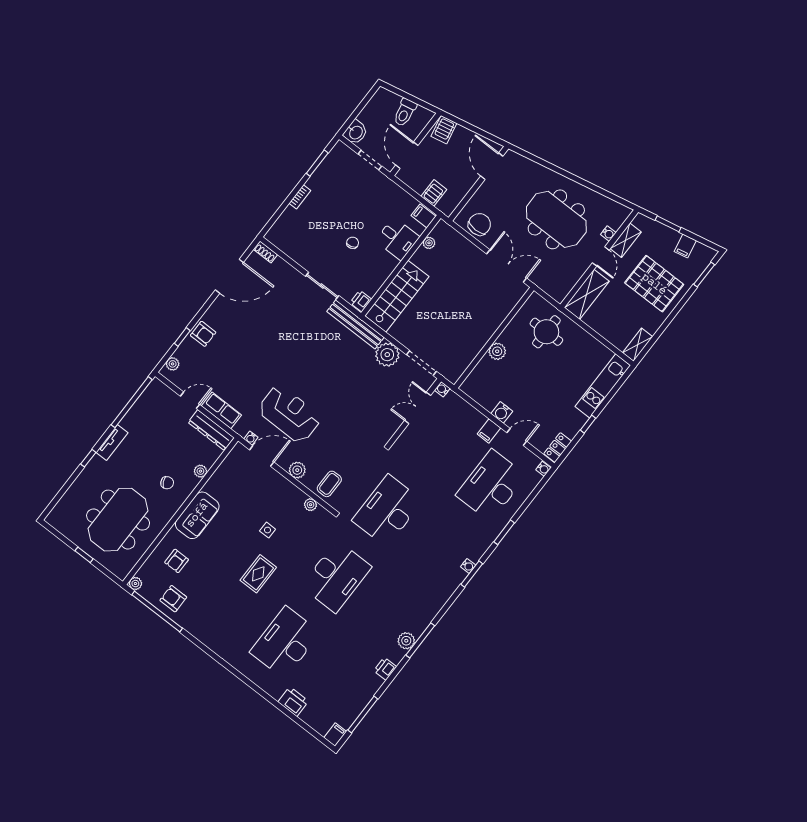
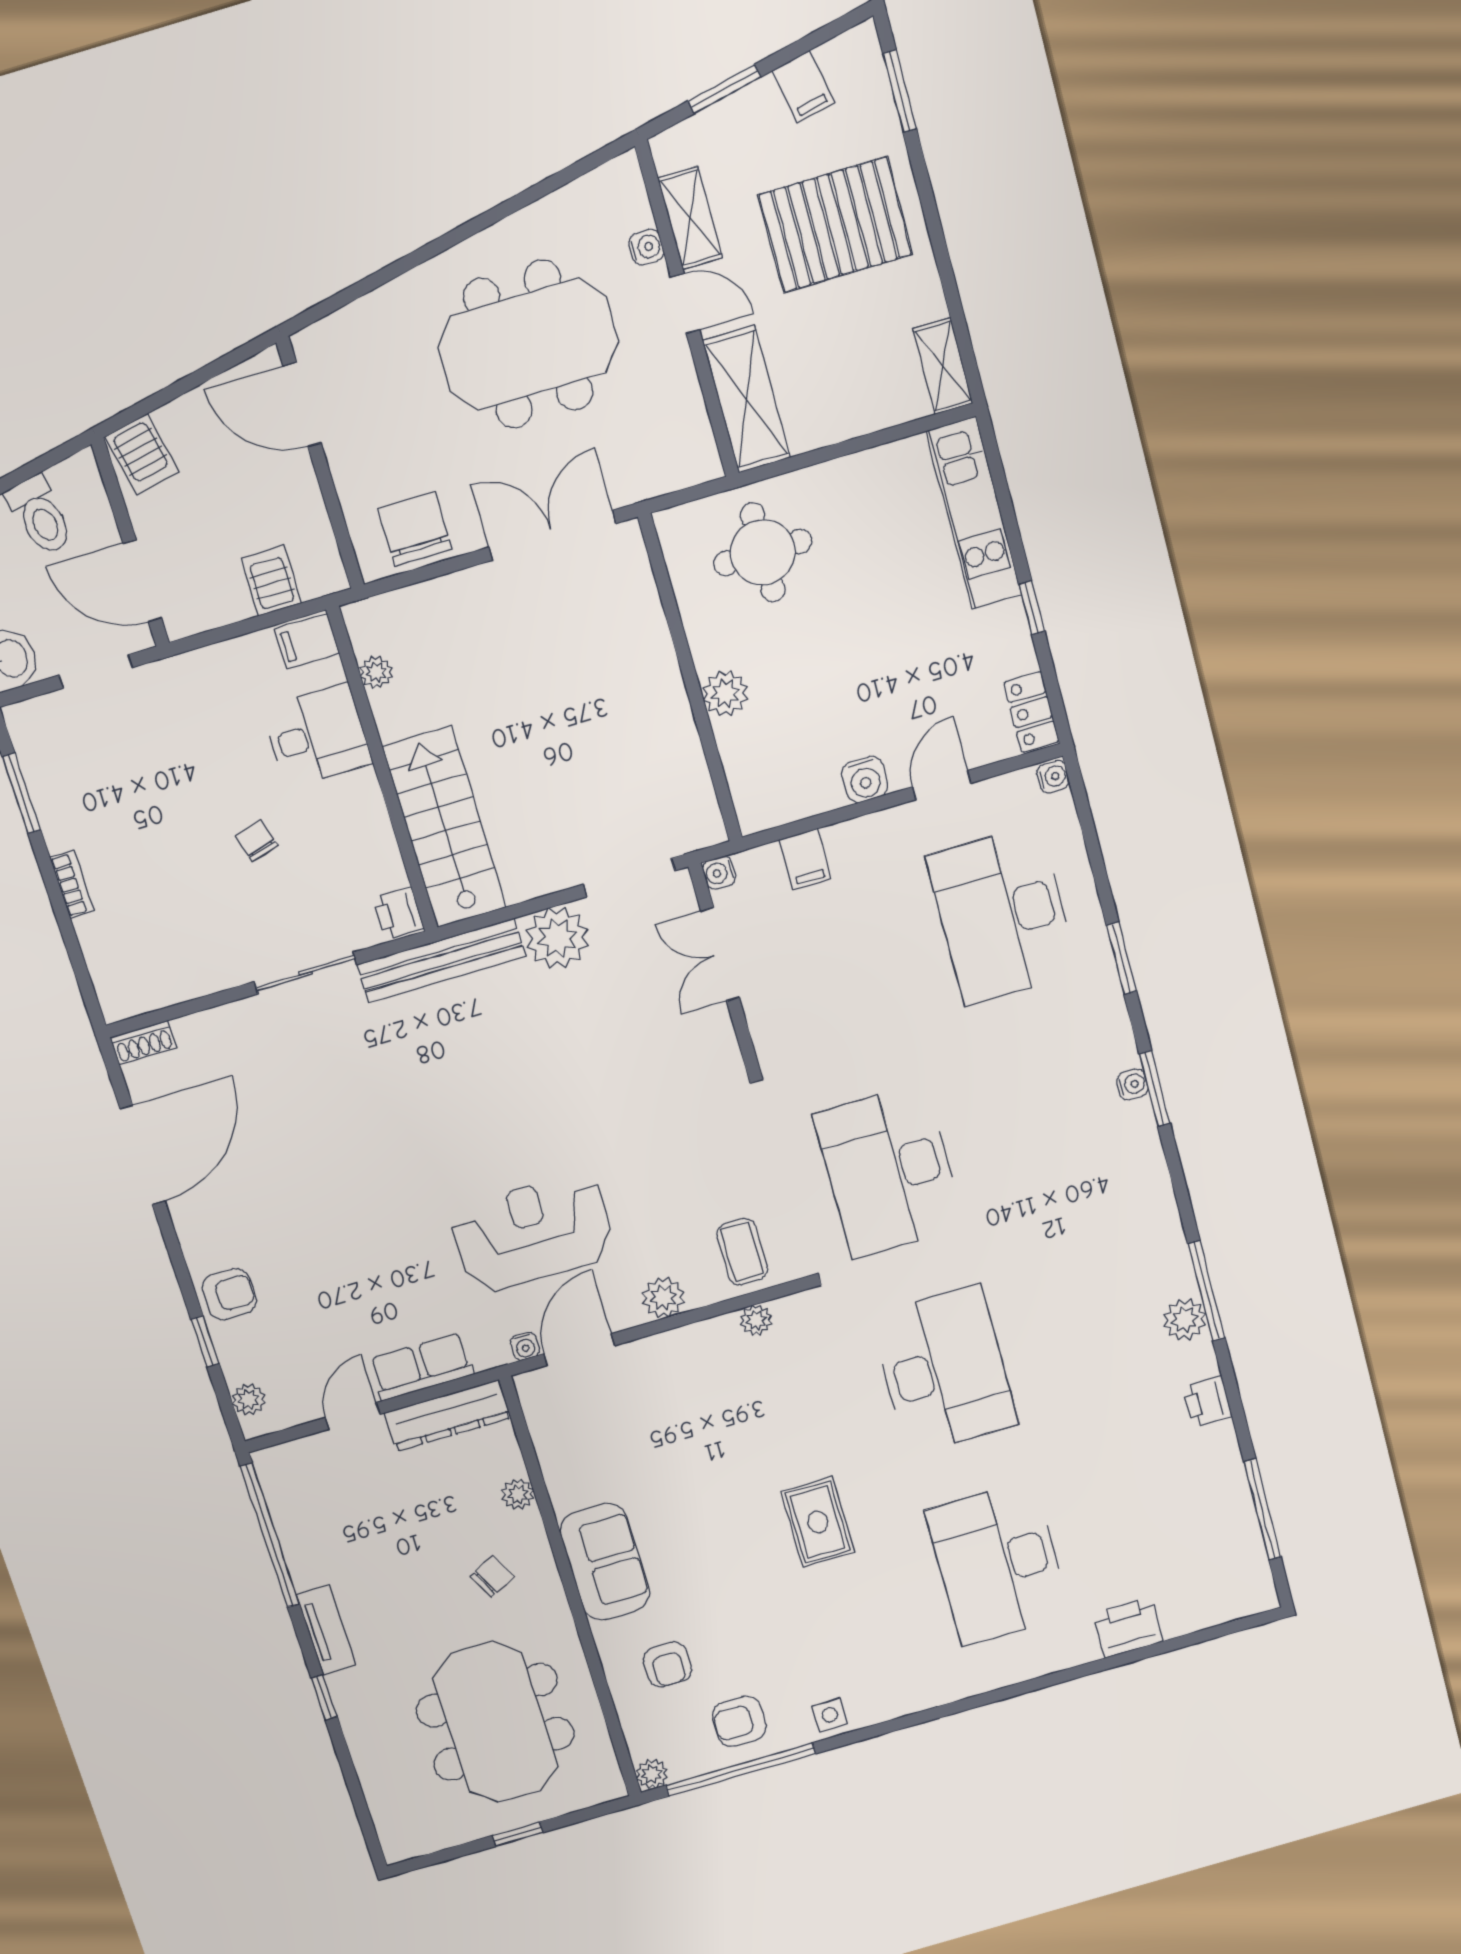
filing cabinet: (489, 431) -> (805, 859), moved
side table: (268, 530) -> (830, 1715), moved
filing cabinet: (335, 735) -> (1258, 1591), removed

